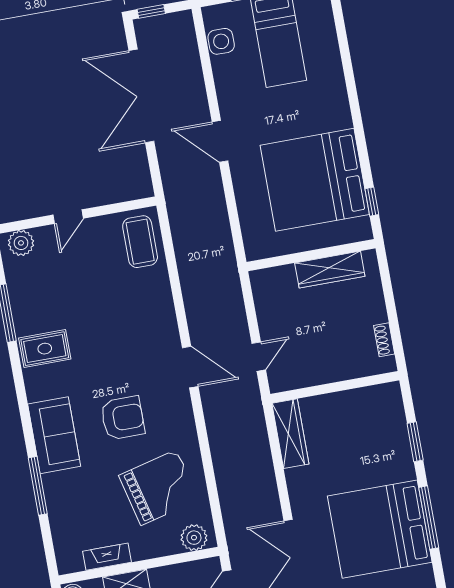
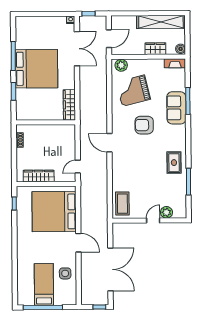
side table: (221, 41) -> (65, 273), moved
bed: (315, 180) -> (54, 212), moved, turned 180
plant: (21, 243) -> (166, 212), moved
rug: (45, 349) -> (174, 163), turned 90
door: (259, 357) -> (78, 167), moved
sofa: (54, 435) -> (176, 108), moved
bed: (380, 529) -> (36, 69), moved
fireplace: (107, 557) -> (175, 63), moved

